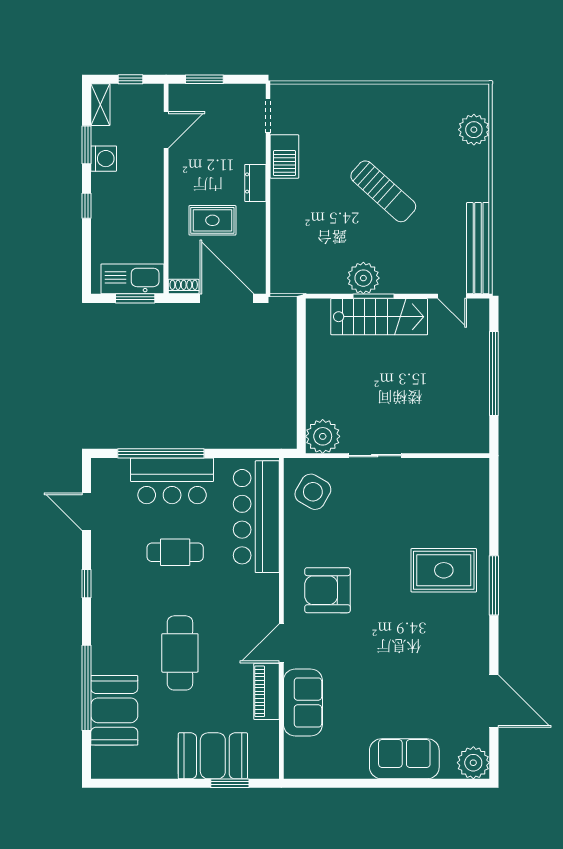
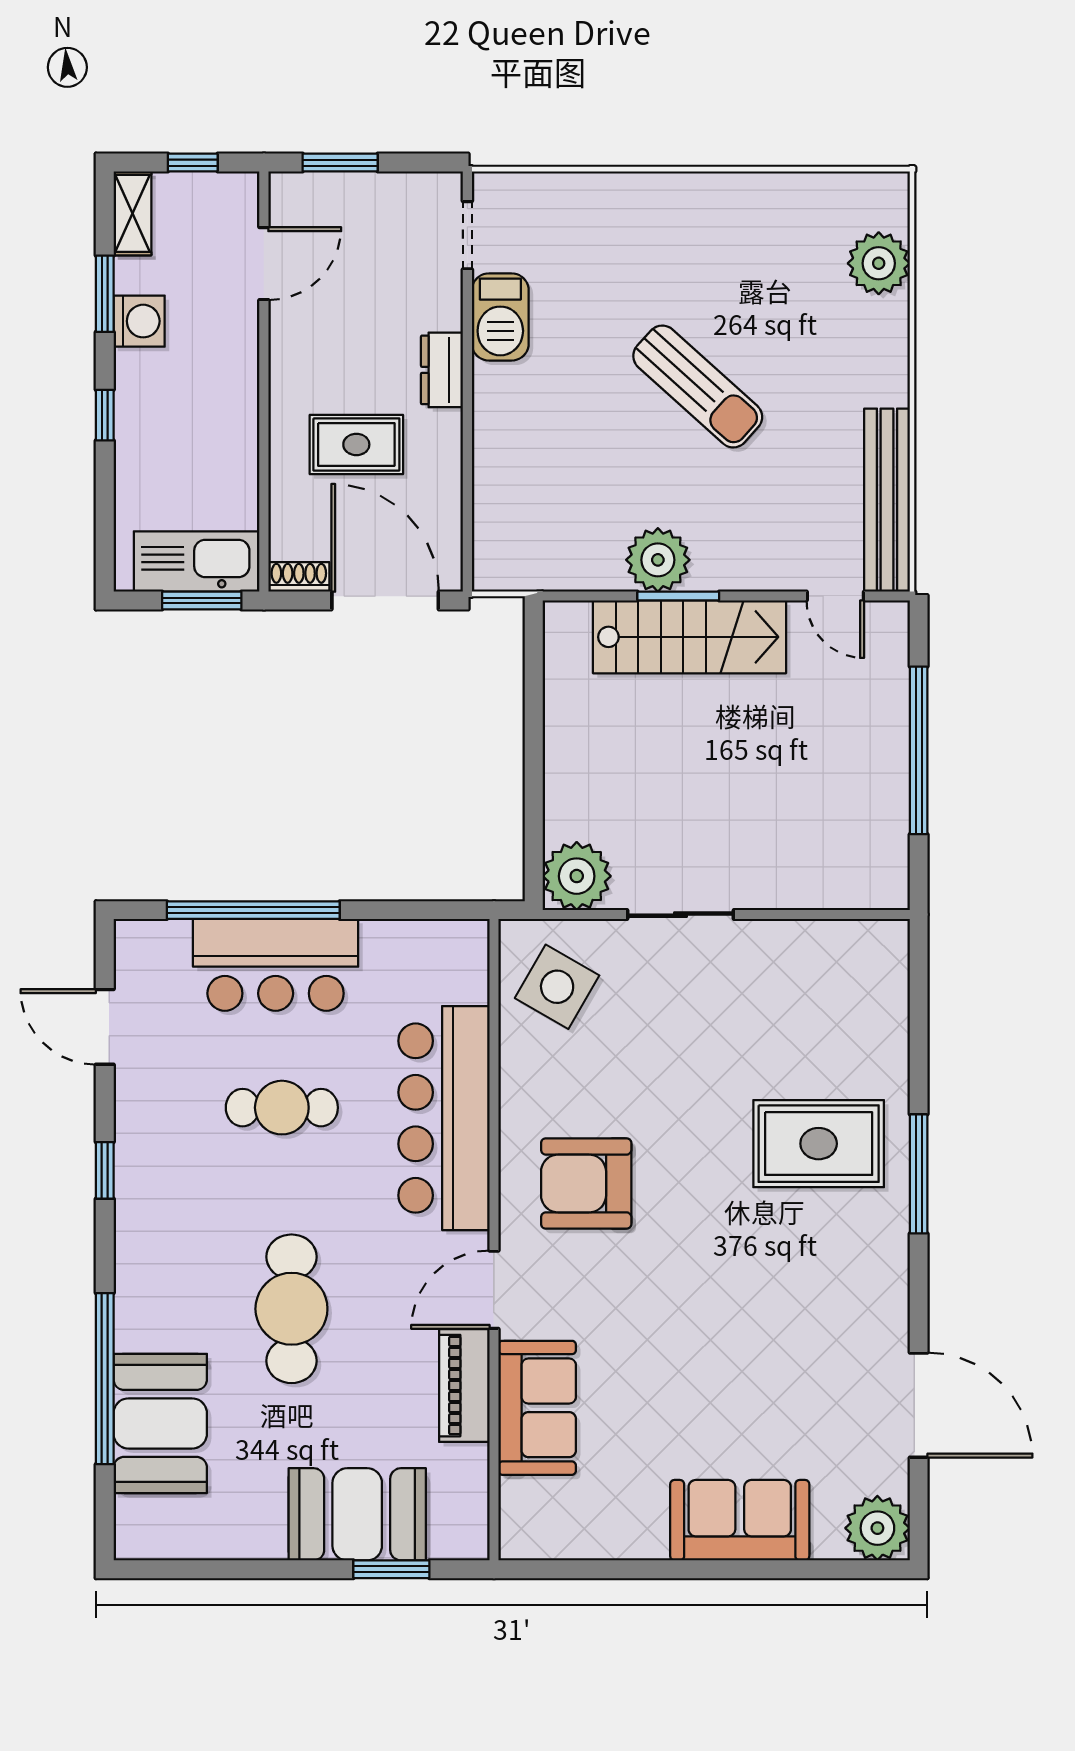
bar counter: (256, 517) -> (444, 1118), moved

